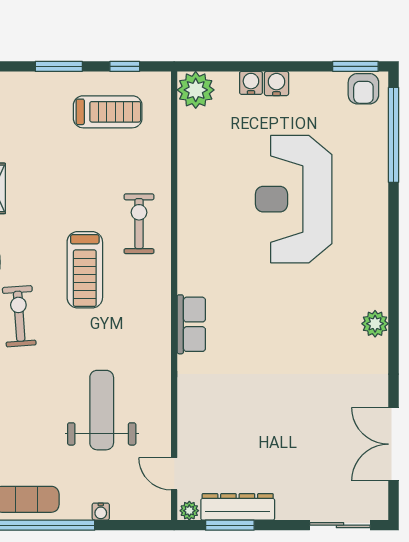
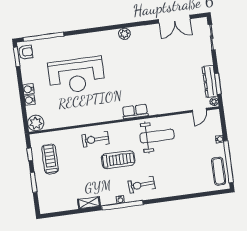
weight bench: (102, 410) -> (157, 136), moved, turned 180

